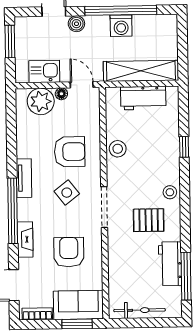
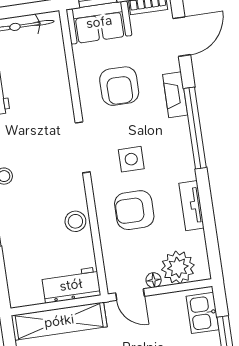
kitchen sink: (44, 72) -> (202, 313), moved, turned 90
workbench: (143, 98) -> (71, 285), moved
tv unit: (24, 178) -> (191, 206), moved
side table: (67, 193) -> (131, 159), turned 38
pallet: (149, 220) -> (26, 138), removed

